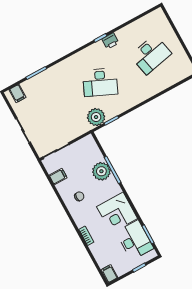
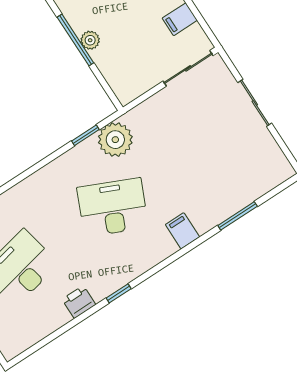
printer: (110, 41) -> (79, 302), moved
filing cabinet: (18, 94) -> (183, 231), moved
plant: (101, 171) -> (90, 40), width x0.53, depth x0.53

